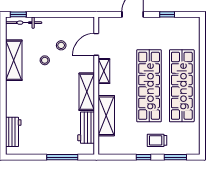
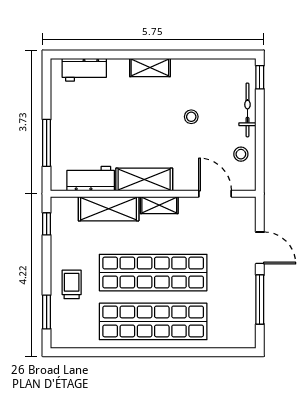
window: (167, 14) -> (260, 300), width x2.17
bicycle: (24, 23) -> (247, 110), moved
stool: (61, 45) -> (241, 154), moved
shelving: (14, 60) -> (150, 67), moved, width x0.67, depth x0.75
shelving: (104, 71) -> (159, 205), moved
window: (144, 157) -> (47, 224), moved

